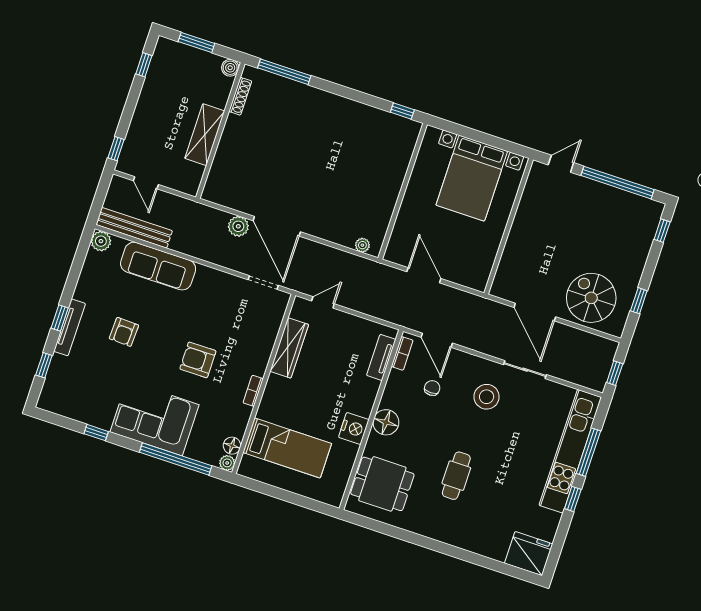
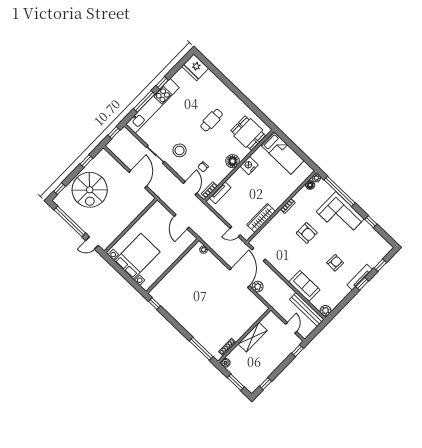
sofa: (158, 266) -> (304, 286), width x0.73
spiral stairs: (591, 298) -> (90, 190), moved, width x1.37, depth x1.37
bed: (287, 448) -> (282, 153), moved, turned 180

